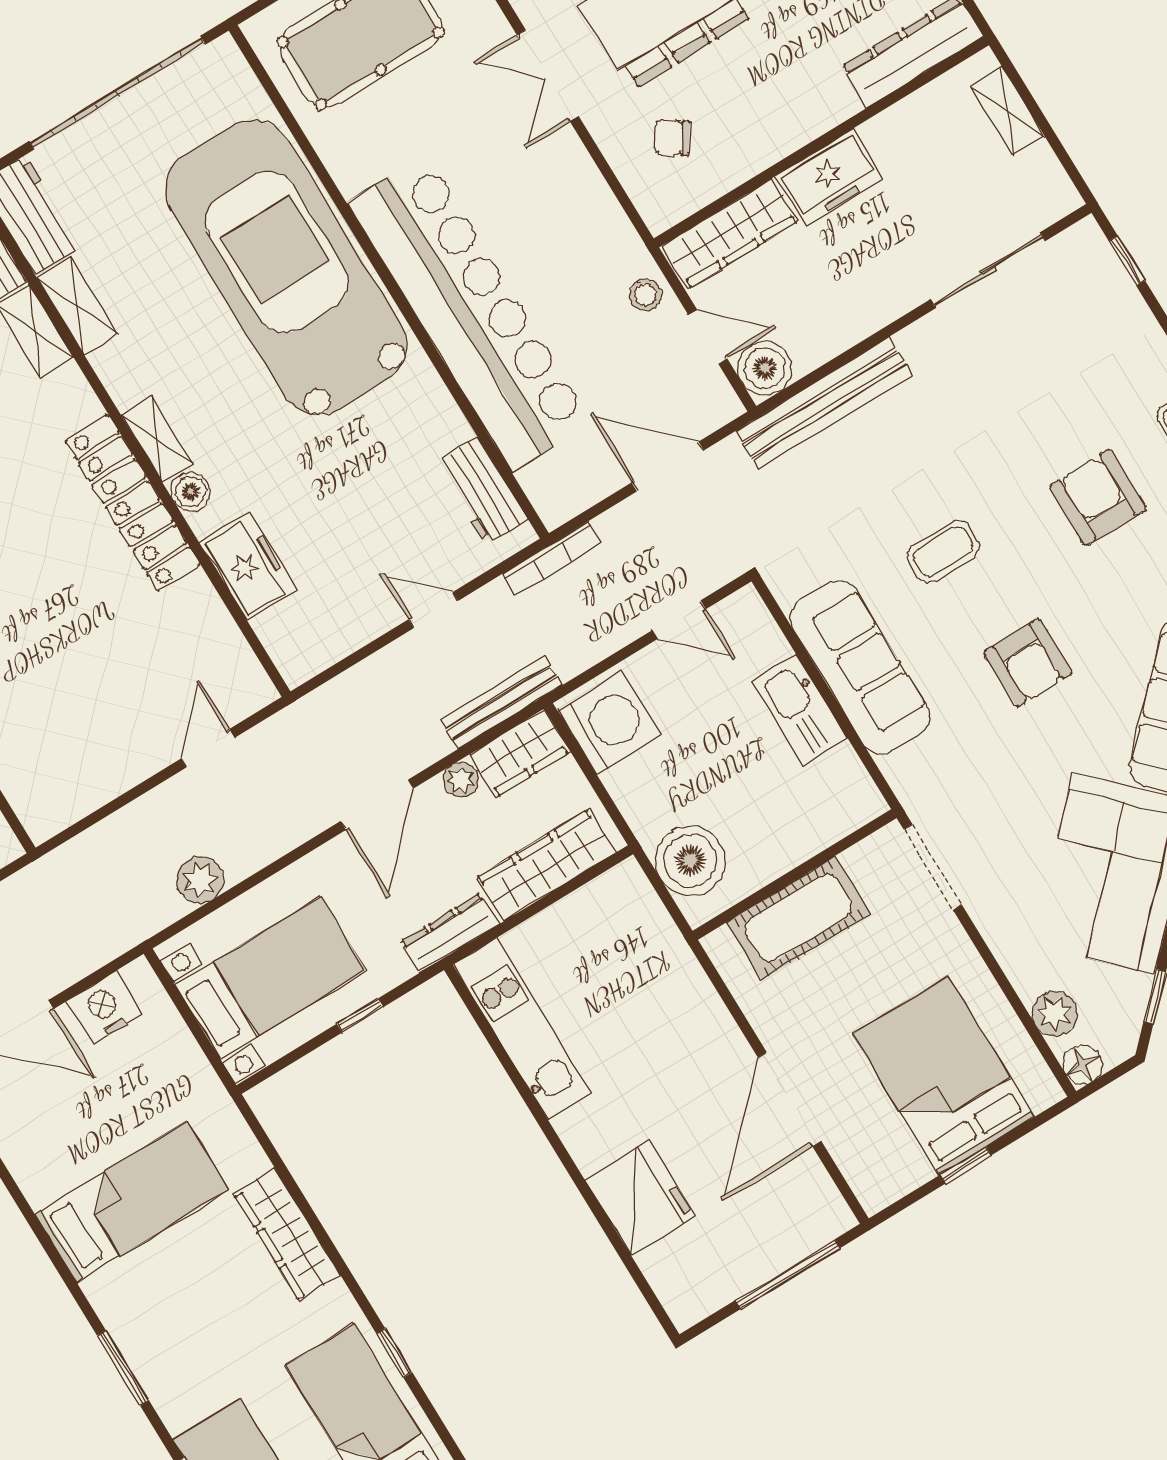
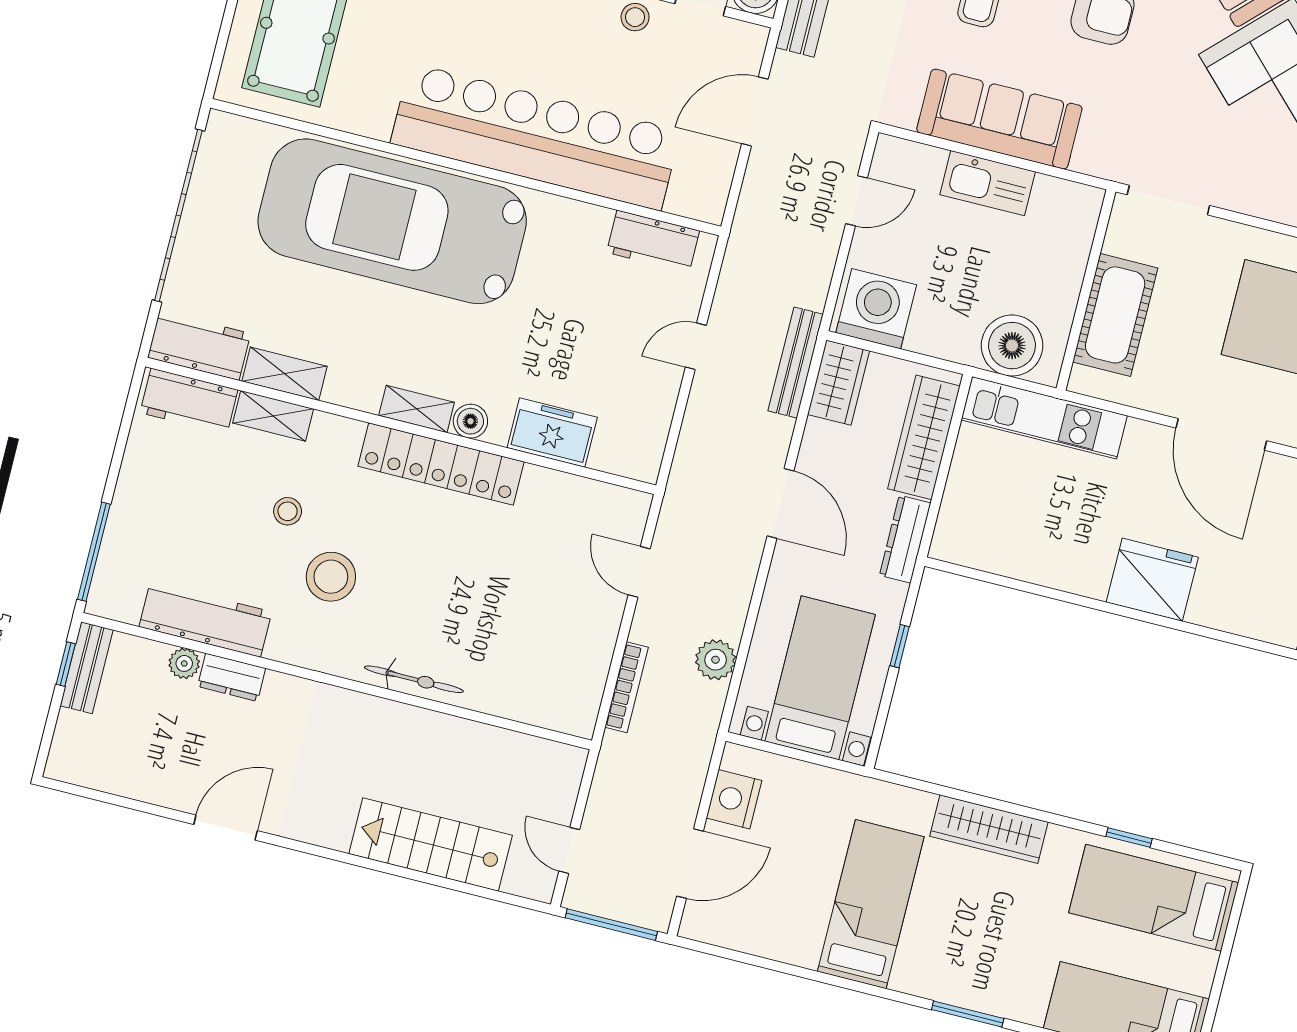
bookcase: (552, 558) -> (627, 687), moved
plant: (461, 780) -> (818, 436), removed
kitchen unit: (522, 1029) -> (1044, 418), moved, turned 180
fridge: (640, 1198) -> (1152, 580), moved

